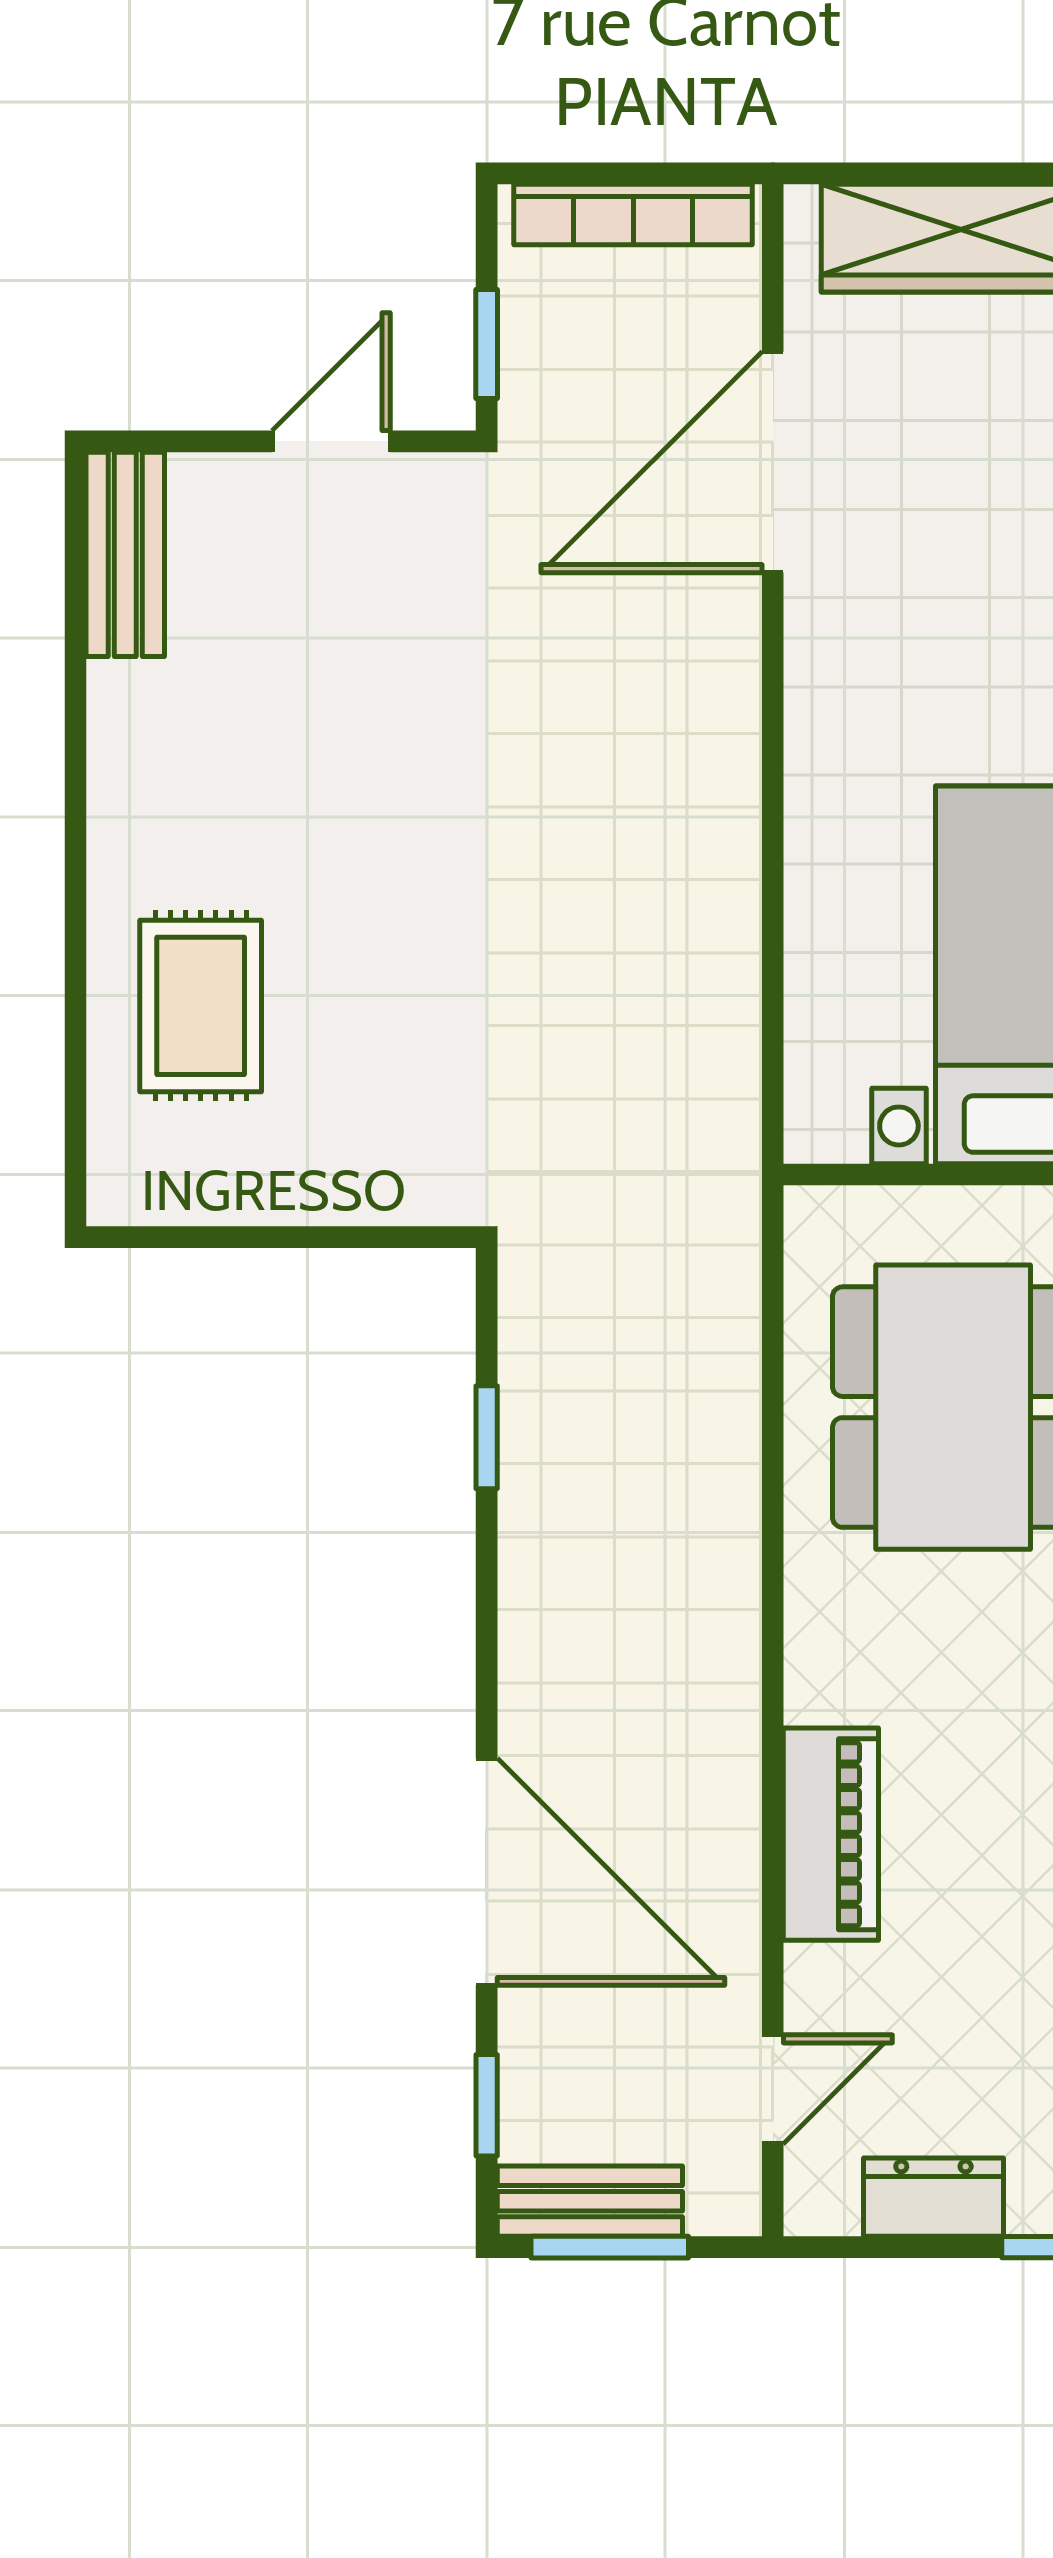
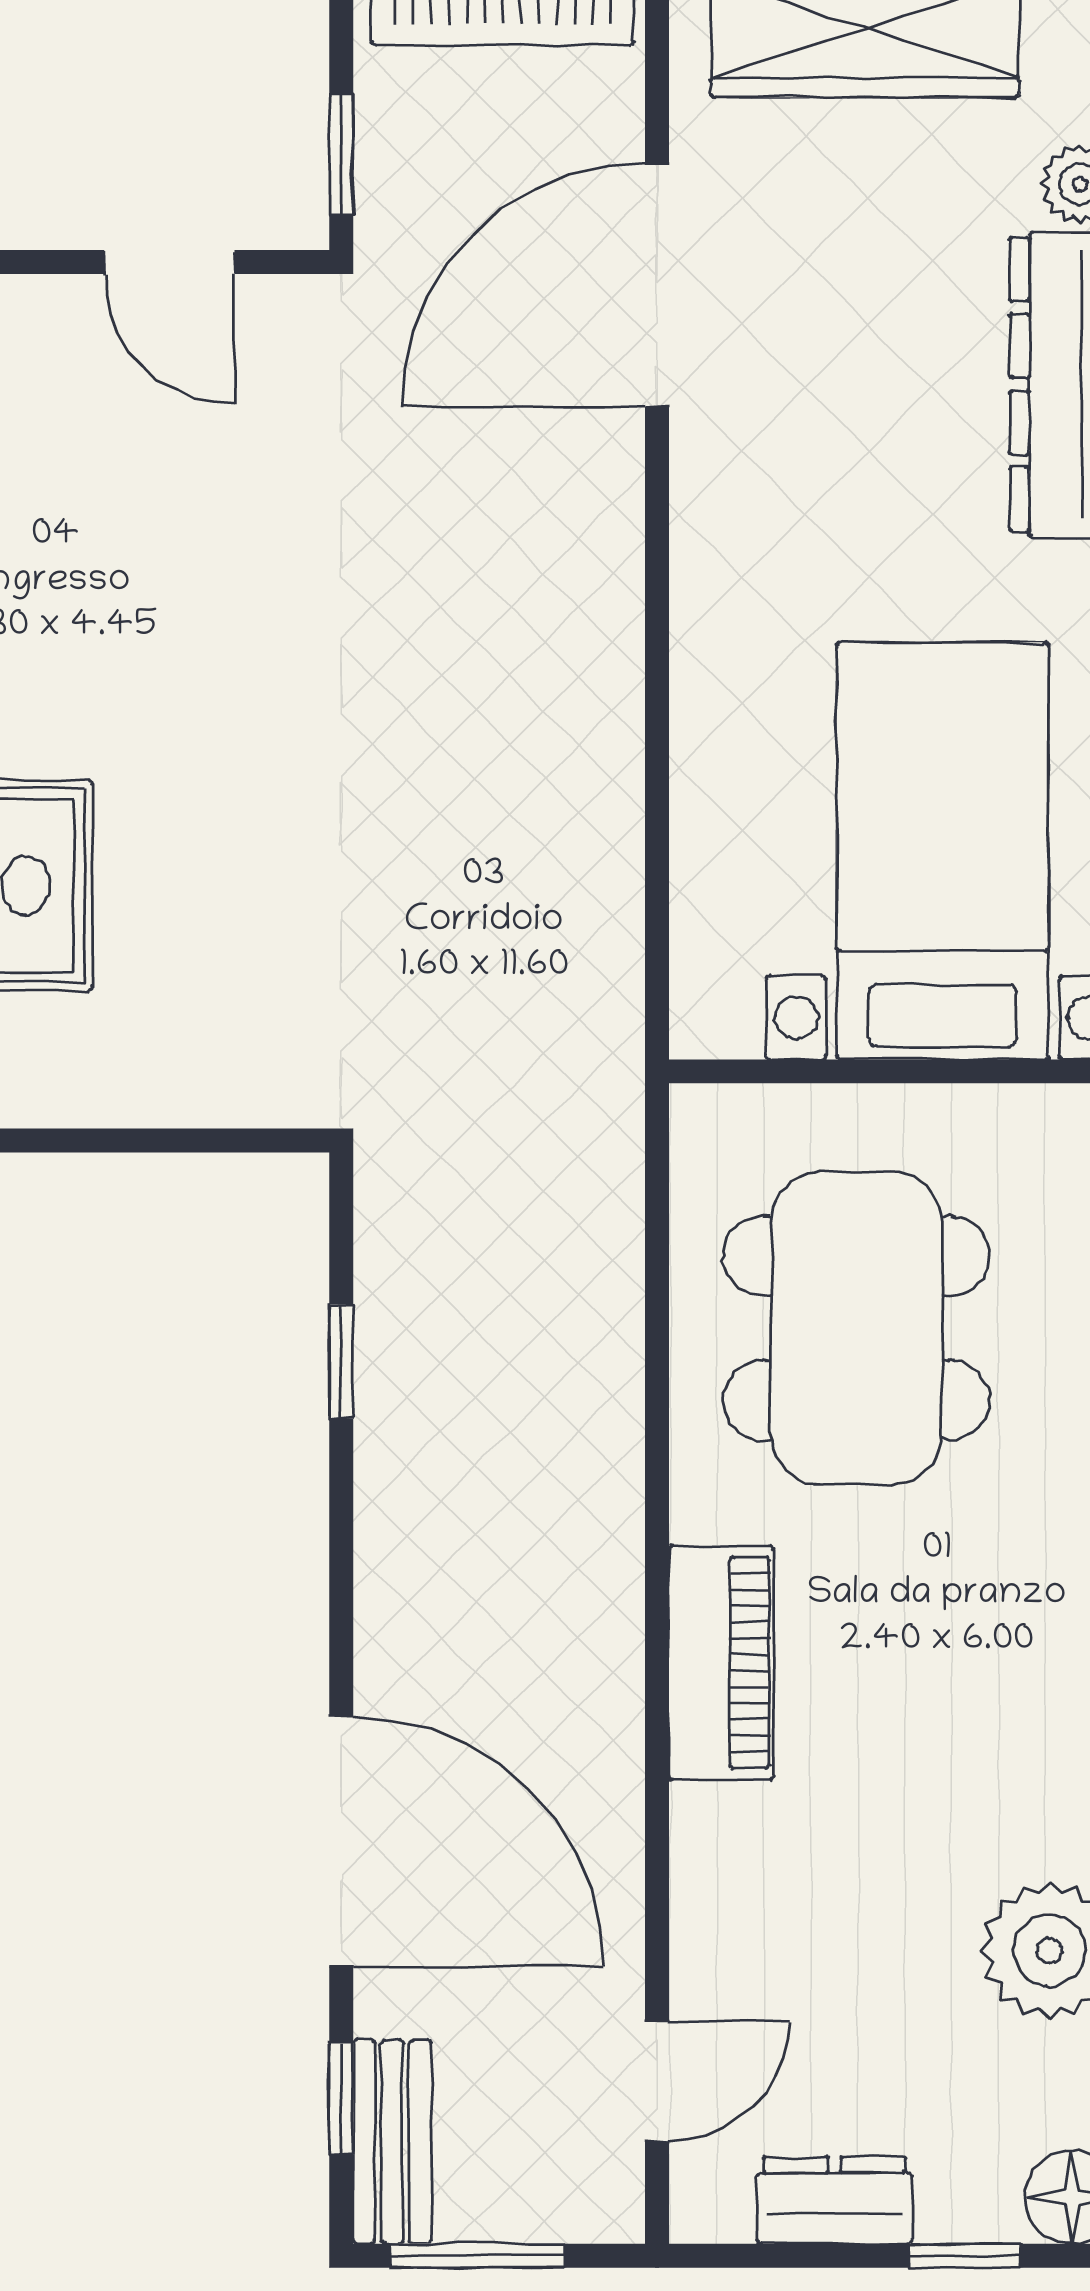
door: (331, 441) -> (169, 262), swing flipped
piano: (831, 1834) -> (721, 1663), moved
bench: (590, 2201) -> (392, 2142), moved, turned 90

